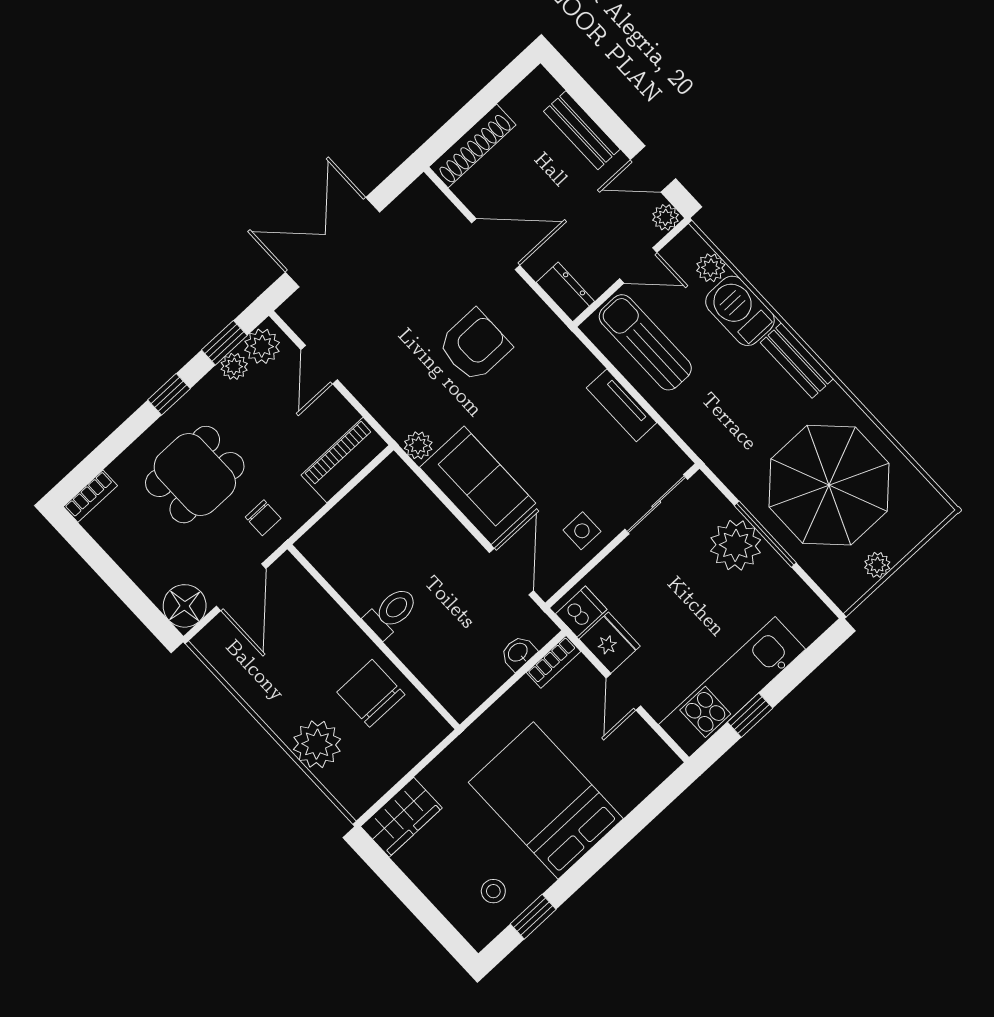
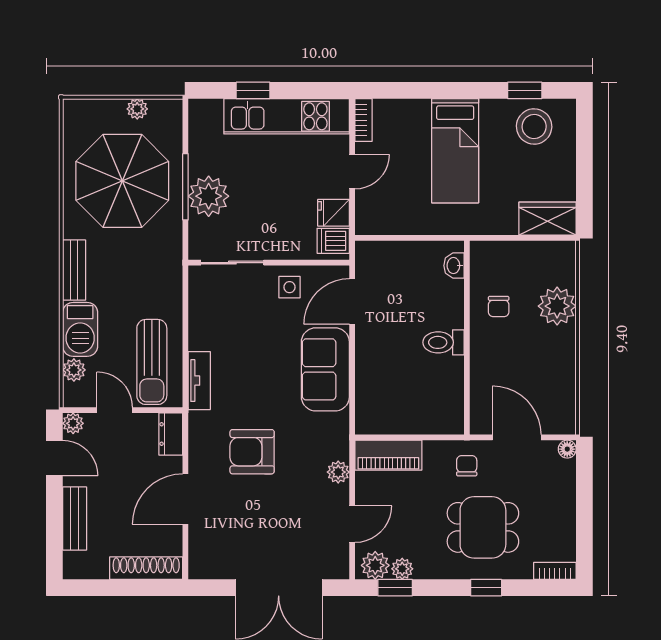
door: (496, 244) -> (185, 499), hinge flipped
window: (169, 394) -> (486, 588), moved
tv unit: (622, 405) -> (199, 381), moved
plant: (418, 445) -> (338, 472), moved
door: (241, 587) -> (517, 437), hinge flipped
floor lamp: (185, 606) -> (567, 449), width x0.53, depth x0.53
fridge: (610, 643) -> (334, 213), width x0.72
washbasin: (518, 653) -> (454, 266), moved, turned 90
bookcase: (554, 662) -> (363, 120), moved, turned 90
chair: (371, 693) -> (499, 307), width x0.54, depth x0.54
window: (750, 715) -> (253, 90), moved
bed: (546, 800) -> (455, 151), width x0.67
stool: (493, 891) -> (534, 127), width x1.89, depth x1.89

